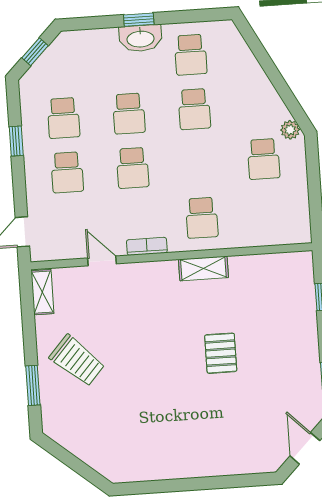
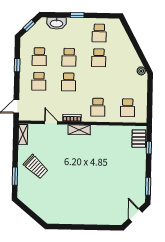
washbasin: (140, 38) -> (57, 23), moved
school desk: (264, 159) -> (128, 108), moved
shelving: (203, 268) -> (79, 130), moved
pallet: (221, 353) -> (139, 139), moved

